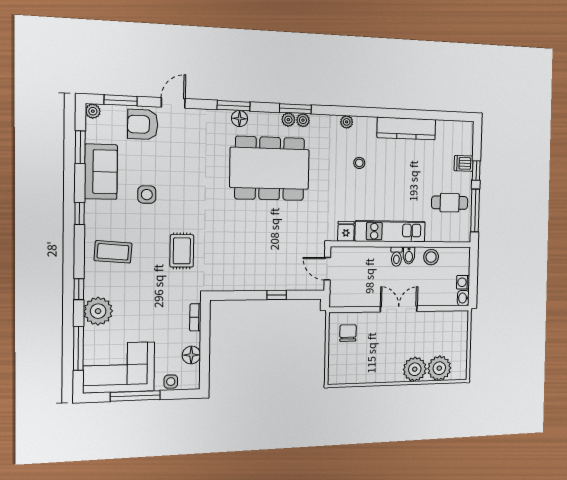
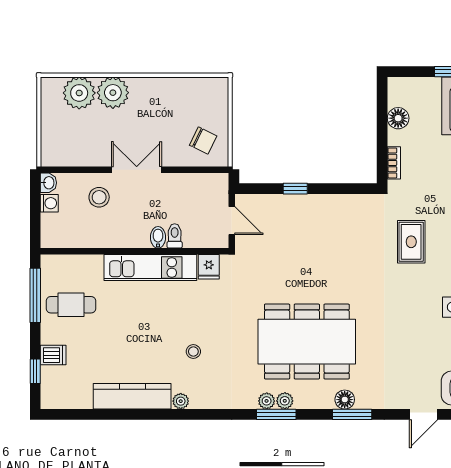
plant: (347, 122) -> (181, 401), moved
window: (476, 171) -> (35, 371), moved
bidet: (409, 255) -> (158, 237), moved
toilet: (396, 257) -> (175, 236), moved
stool: (431, 257) -> (99, 197), moved
double door: (399, 309) -> (137, 170), swing flipped
chair: (348, 333) -> (203, 141), turned -64
side table: (171, 382) -> (422, 87), removed

